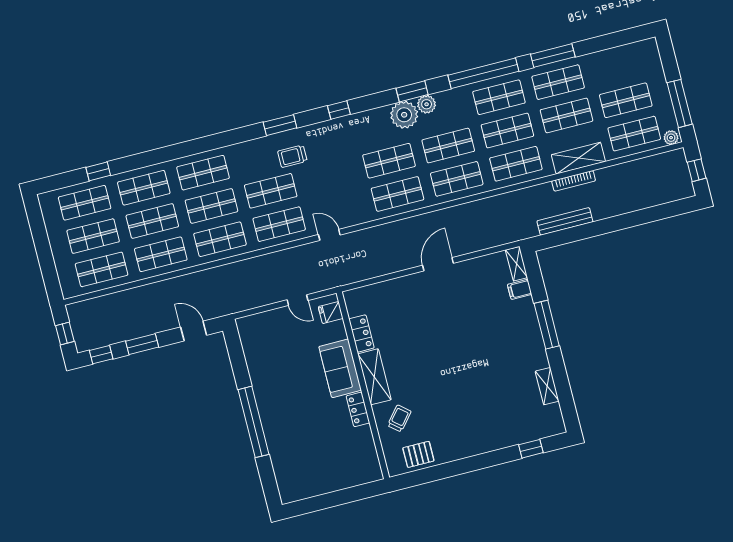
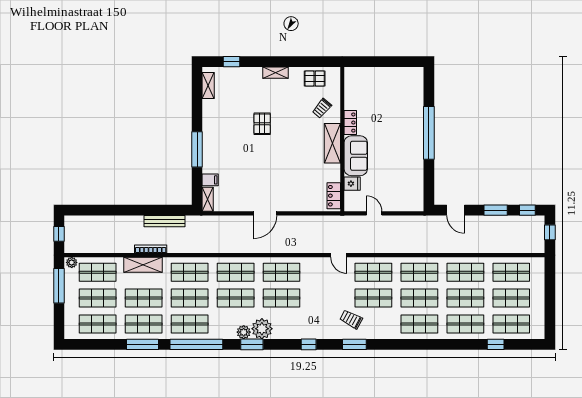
shop shelf: (617, 67) -> (98, 324), added
trolley: (292, 156) -> (351, 319), turned -152
fridge: (331, 313) -> (352, 184), moved
locker: (361, 333) -> (334, 196), moved
pallet: (471, 379) -> (262, 124), added
shelving: (547, 386) -> (208, 85), moved
shelving: (471, 449) -> (276, 73), added

